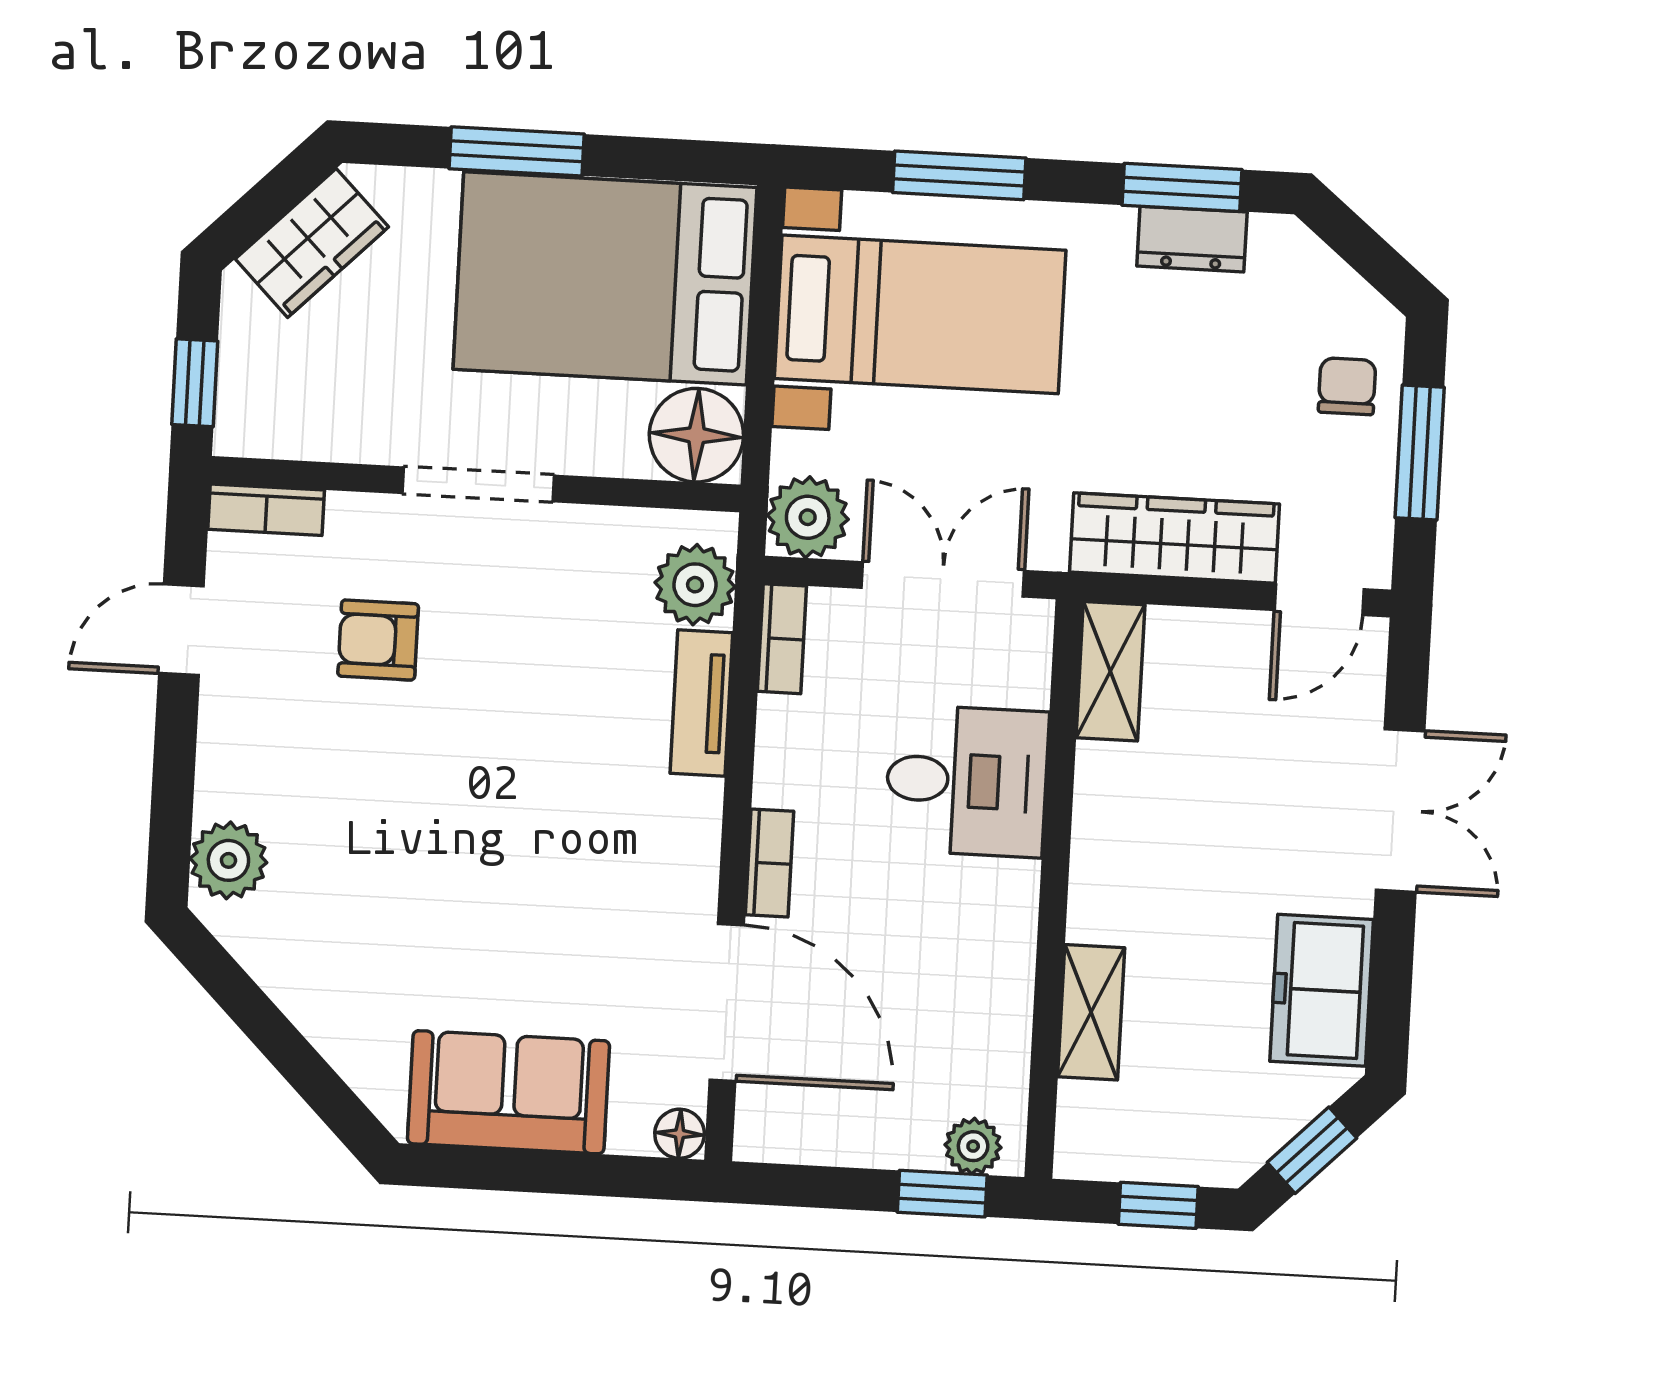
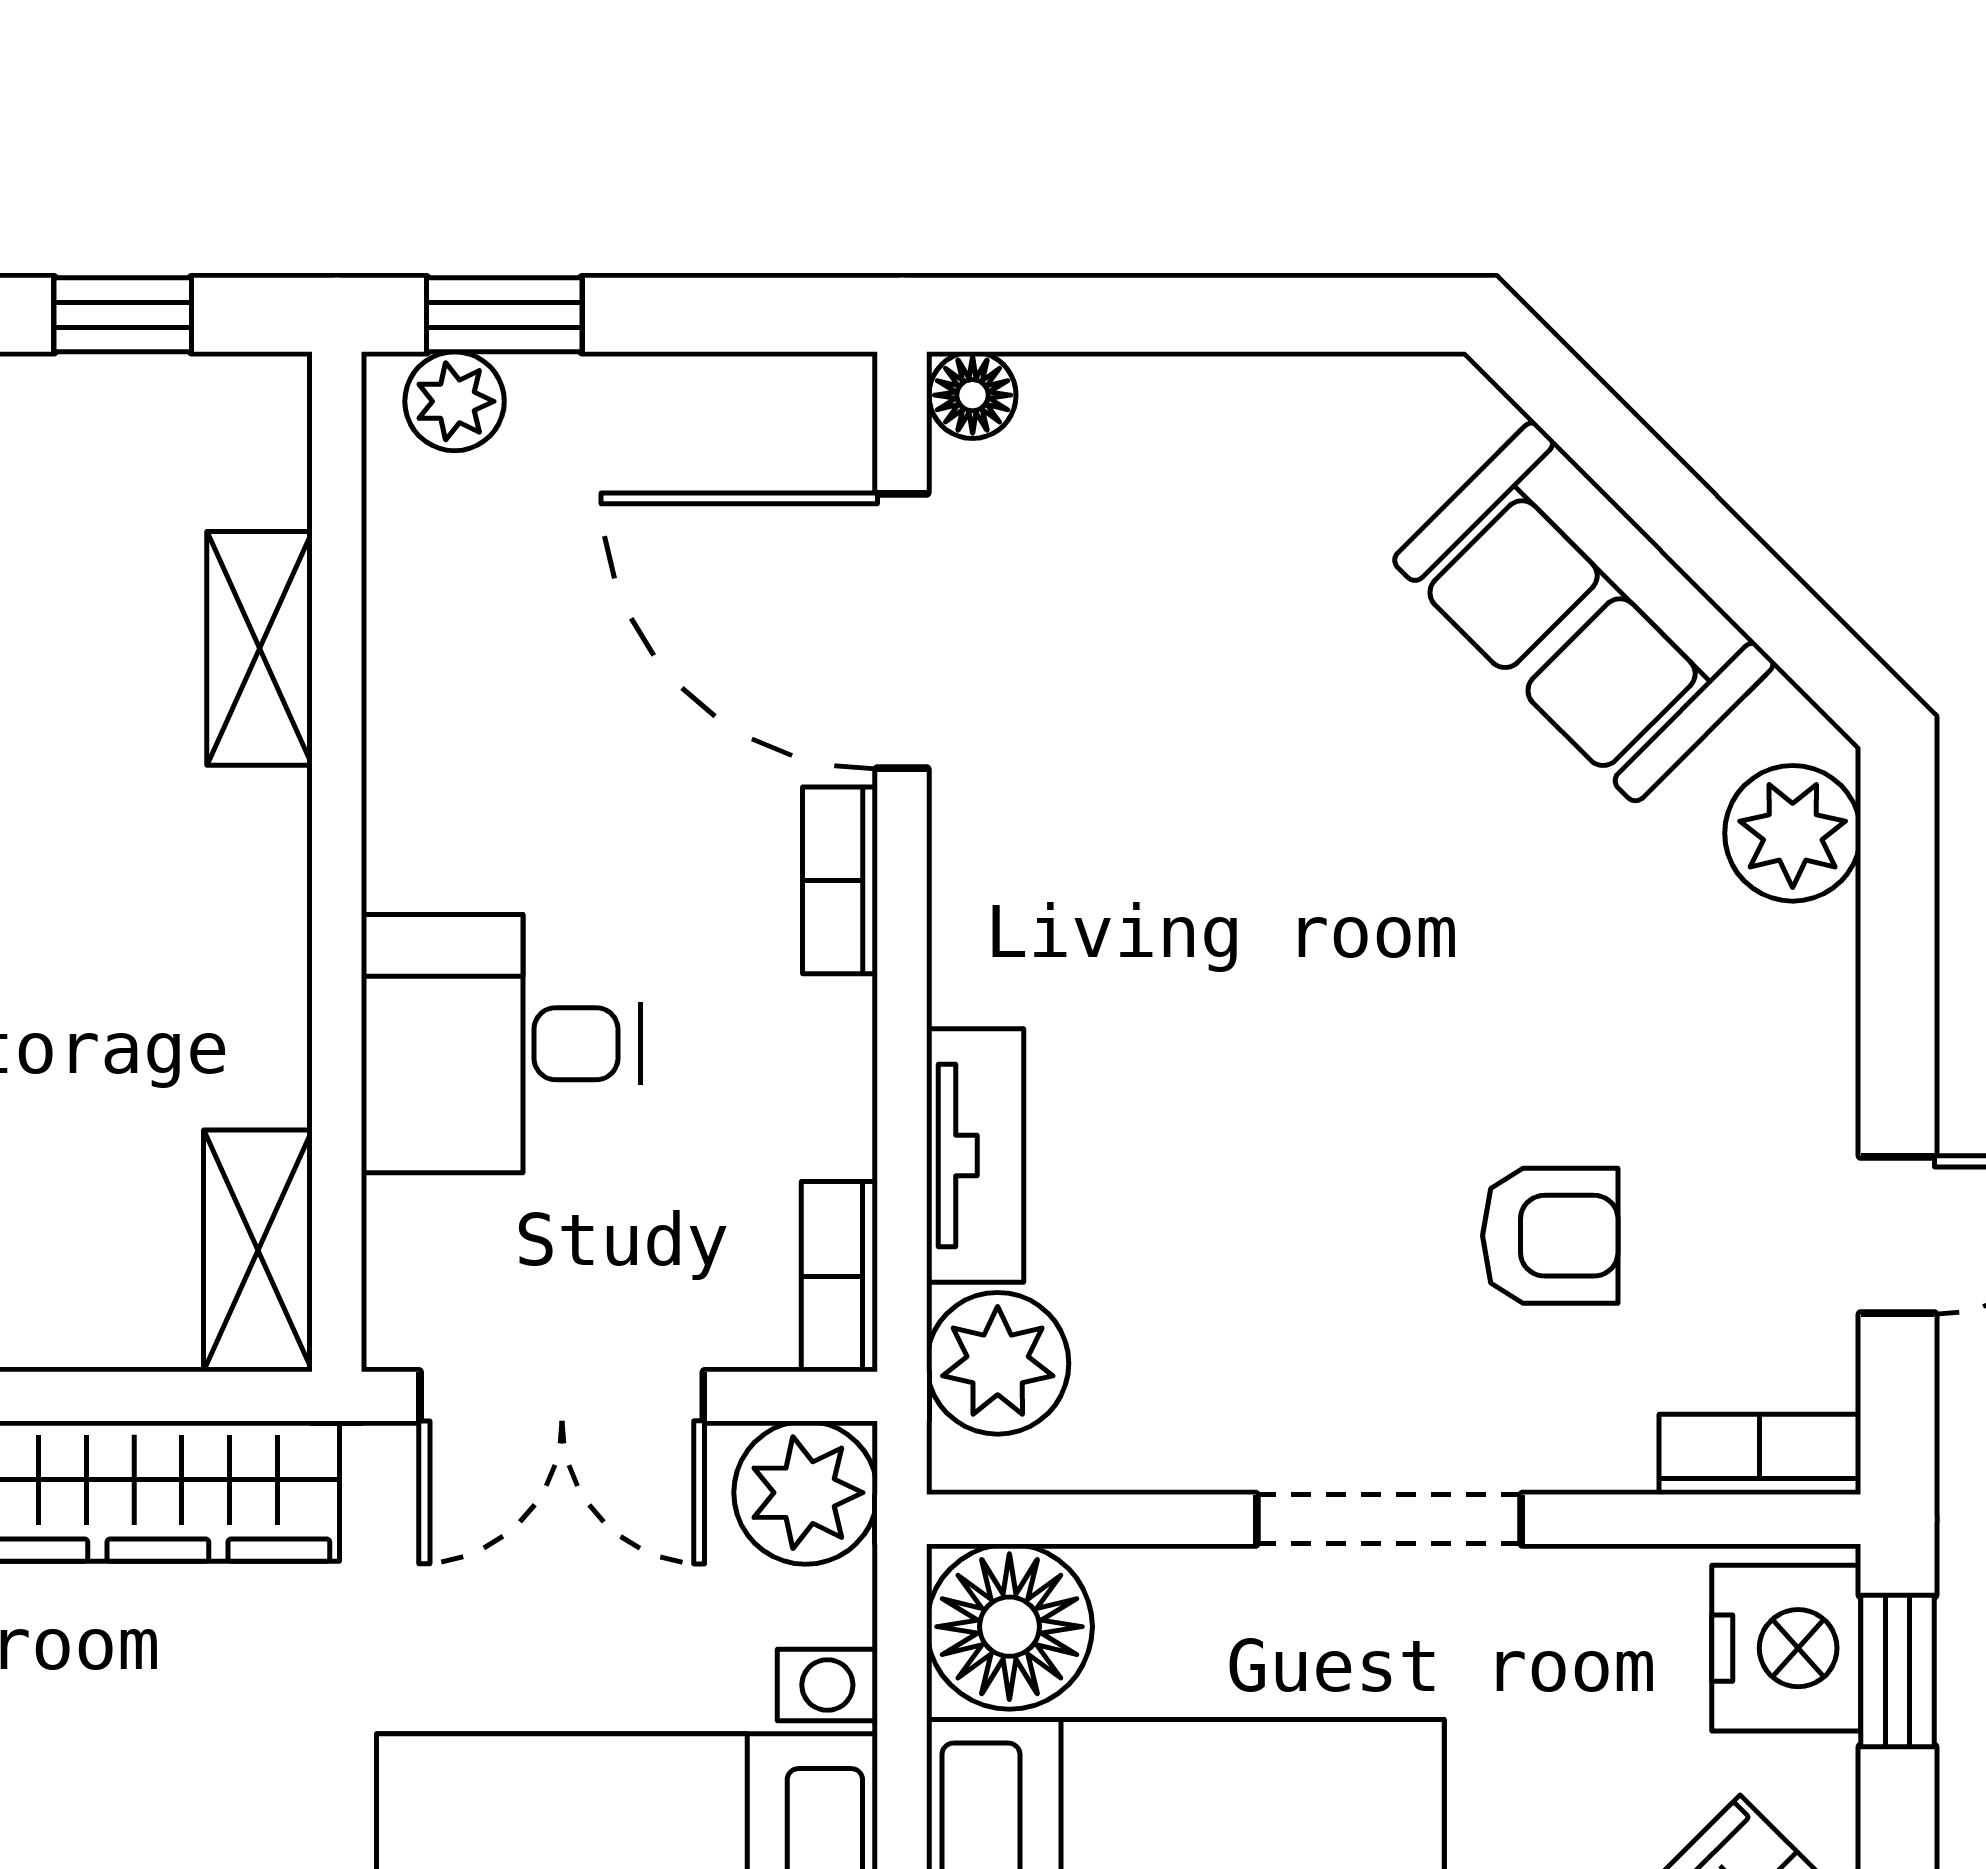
nightstand: (257, 399) -> (1786, 1648), added
sofa: (508, 1092) -> (1584, 612), moved, turned 45

